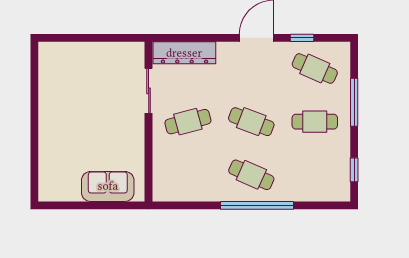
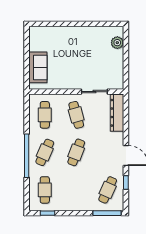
plant: (66, 52) -> (117, 43), added
window: (354, 102) -> (107, 213), moved
cafe table: (315, 122) -> (45, 190), moved
cafe table: (188, 175) -> (45, 115), added

